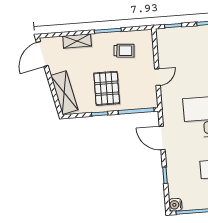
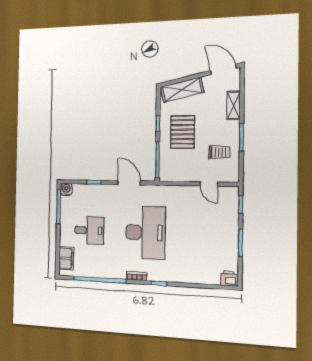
trolley: (124, 51) -> (219, 152), turned -95
door: (157, 77) -> (209, 184), moved
pallet: (107, 88) -> (183, 132), turned 90
door: (162, 138) -> (129, 183), hinge flipped

